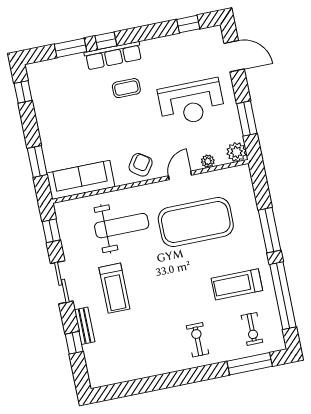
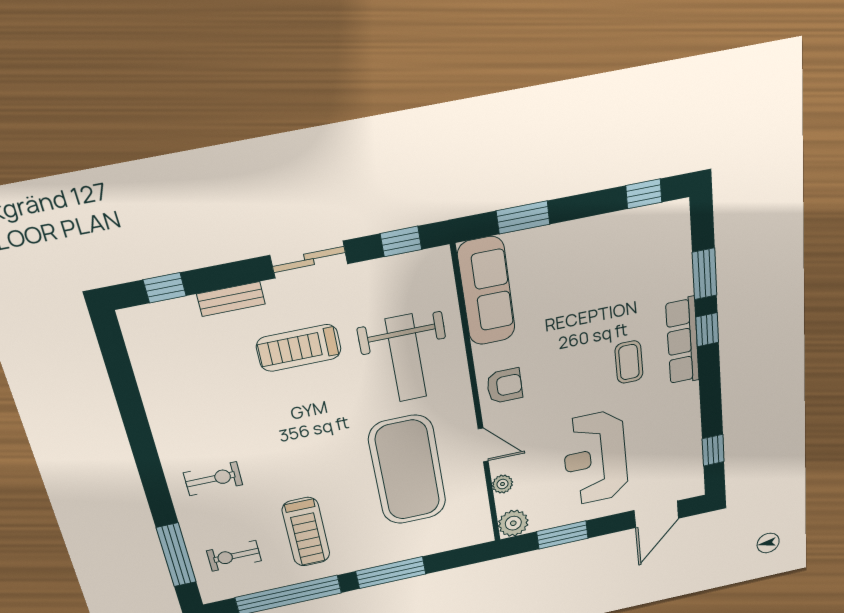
armchair: (141, 165) -> (505, 386), turned -34
treadmill: (237, 284) -> (306, 532), turned 180
window: (74, 343) -> (165, 288), moved

